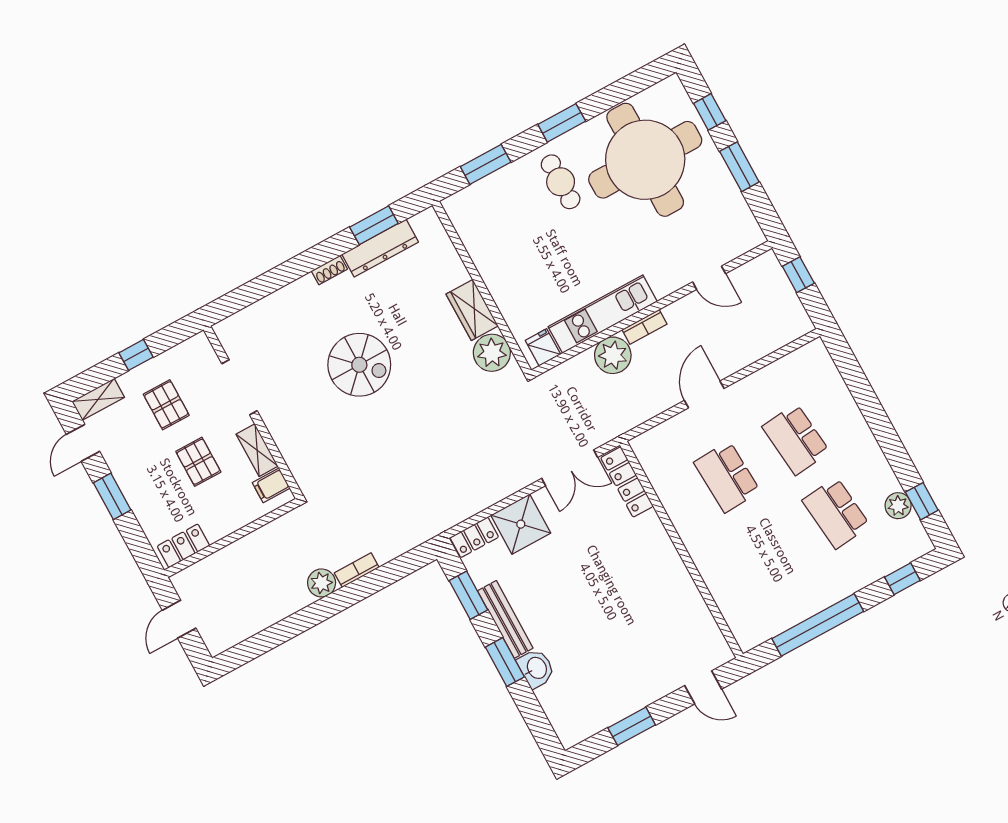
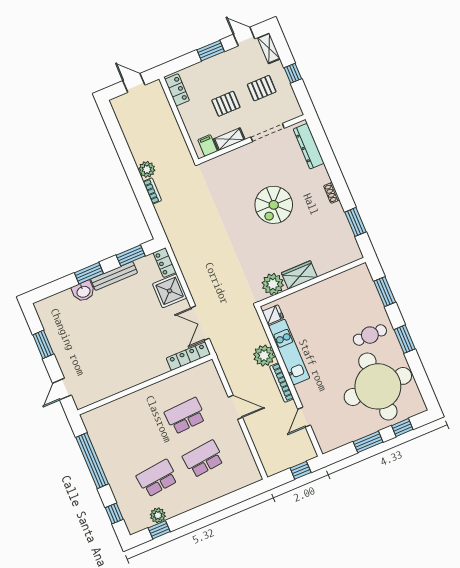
dresser: (380, 248) -> (309, 146), moved
bookcase: (645, 327) -> (282, 383), width x1.56

